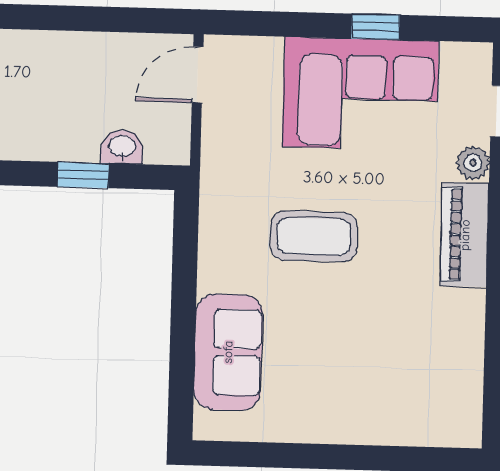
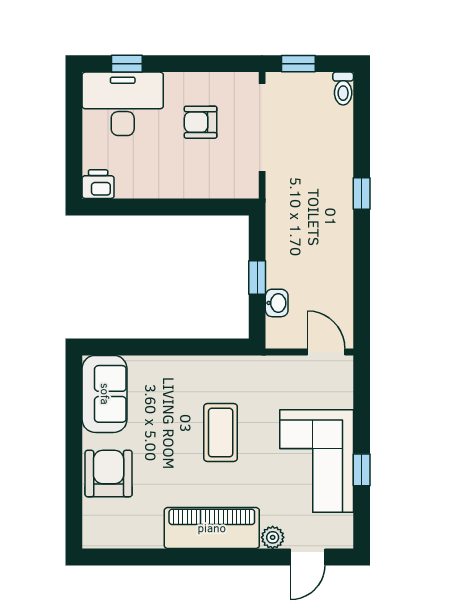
piano: (465, 235) -> (212, 528), width x1.37, depth x1.33
sofa: (228, 352) -> (105, 394), moved, turned -90
armchair: (371, 406) -> (109, 474), added

